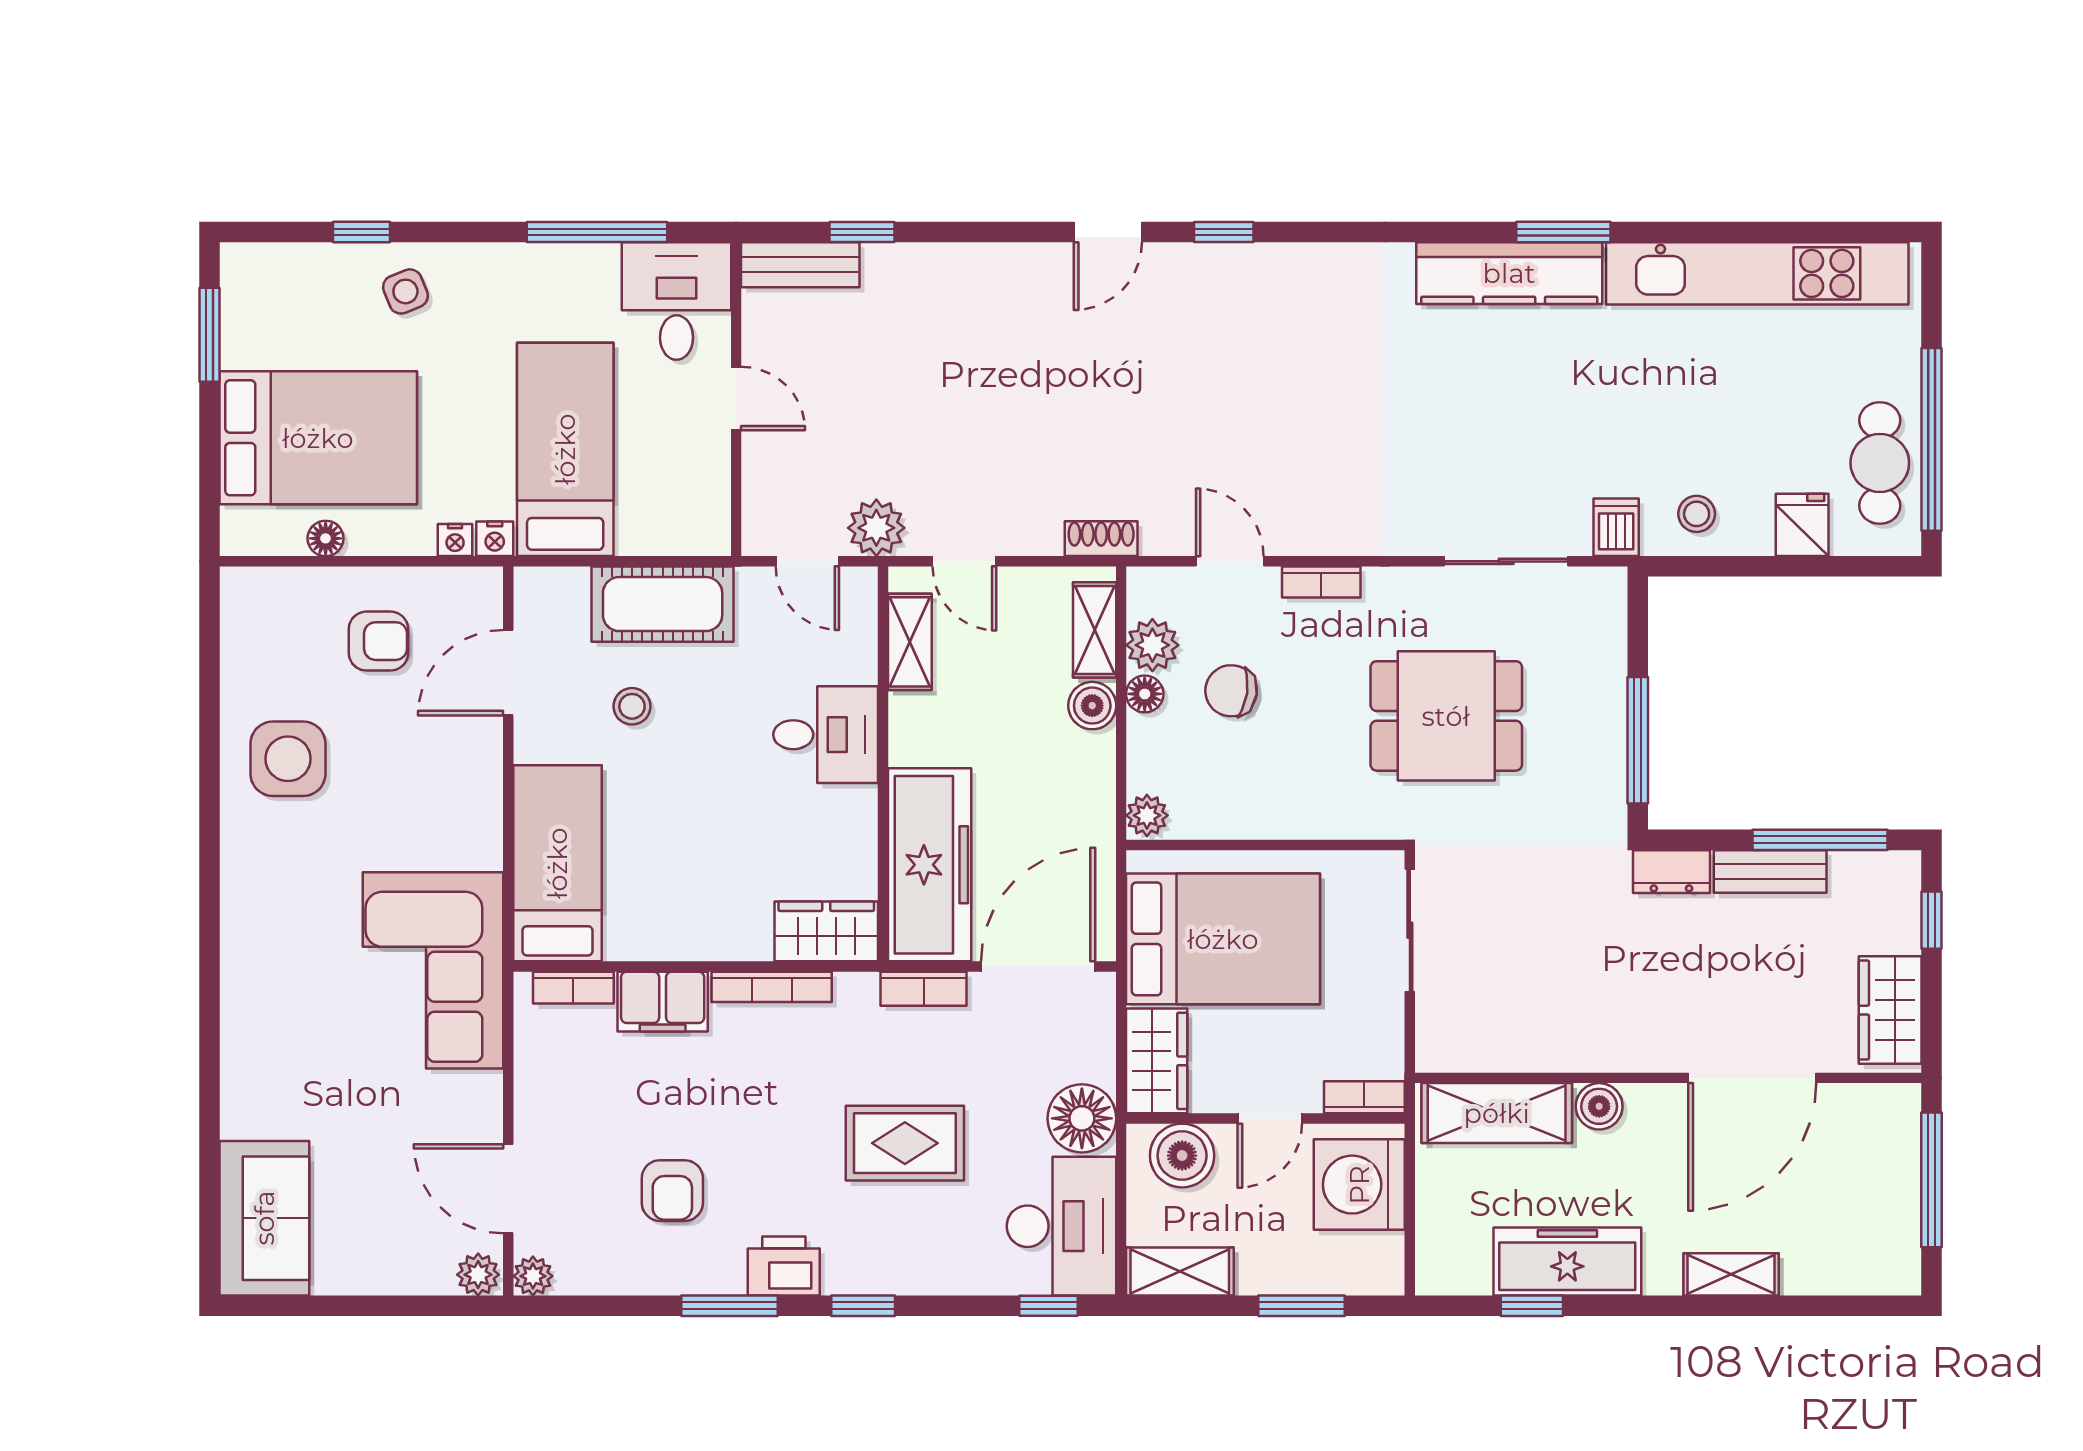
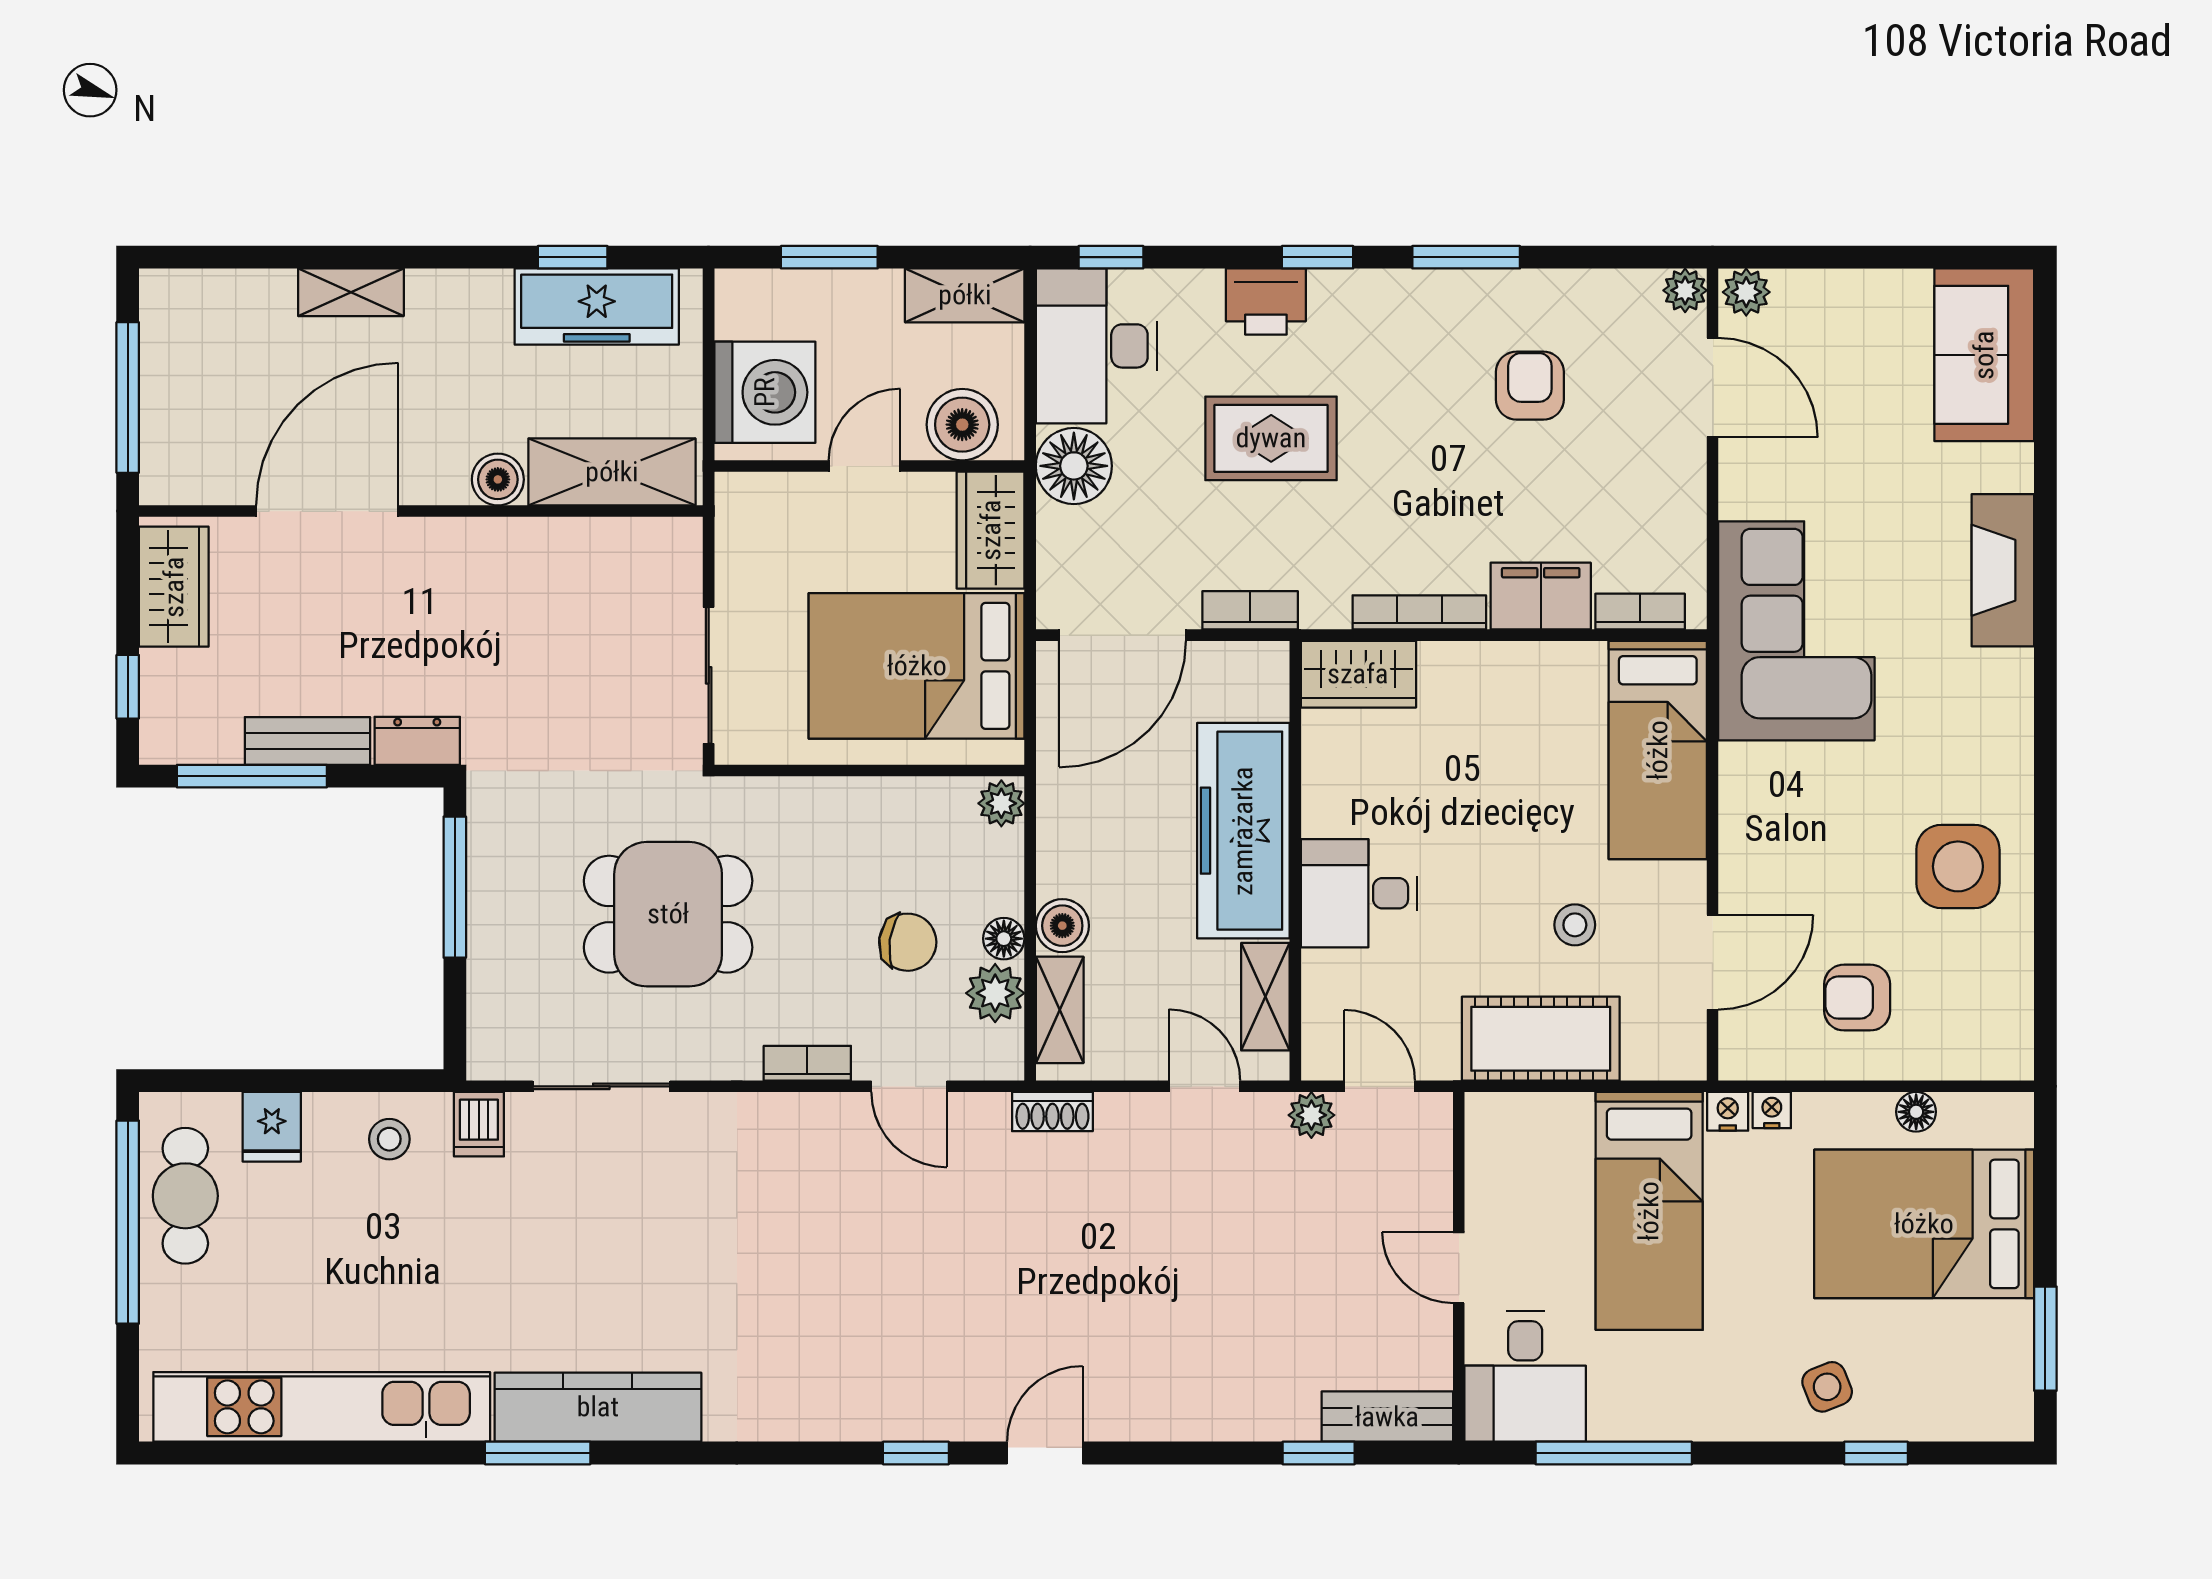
plant: (876, 528) -> (1311, 1115), width x0.73, depth x0.73
freezer: (930, 865) -> (1243, 831), moved
fireplace: (248, 1025) -> (2003, 570), added
bookcase: (1364, 1097) -> (759, 490), removed
freezer: (1567, 1261) -> (597, 307), moved
printer: (784, 1266) -> (1266, 302), moved

